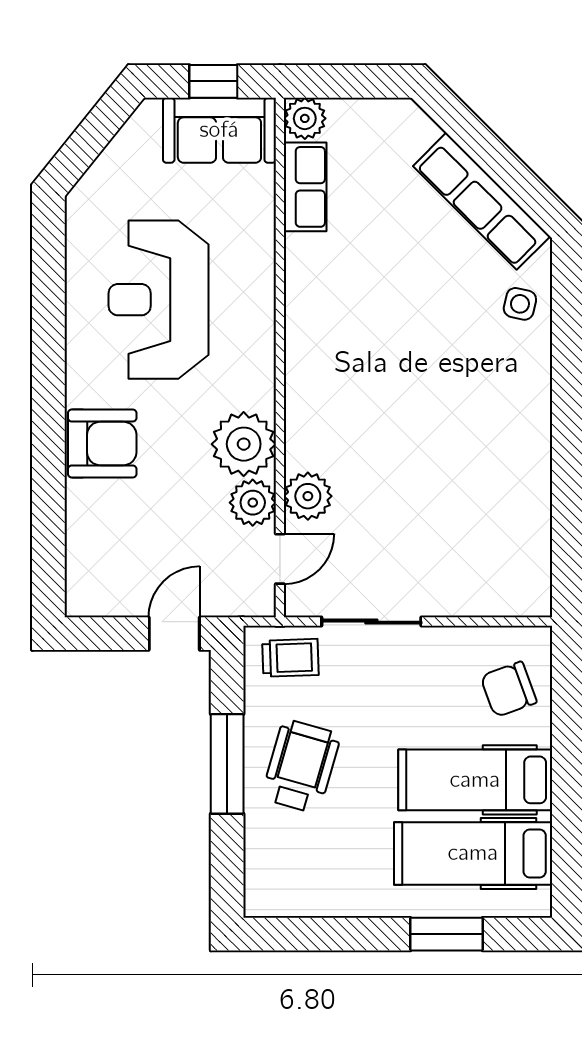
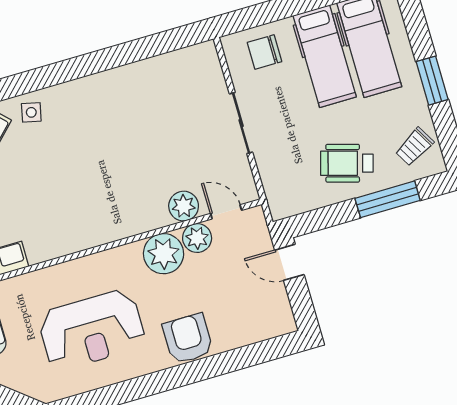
sliding door: (371, 622) -> (241, 123), moved
trolley: (290, 658) -> (414, 147), moved, turned -118
chair: (509, 689) -> (264, 52), turned 110
window: (227, 764) -> (388, 199), moved
window: (446, 934) -> (432, 81), moved

